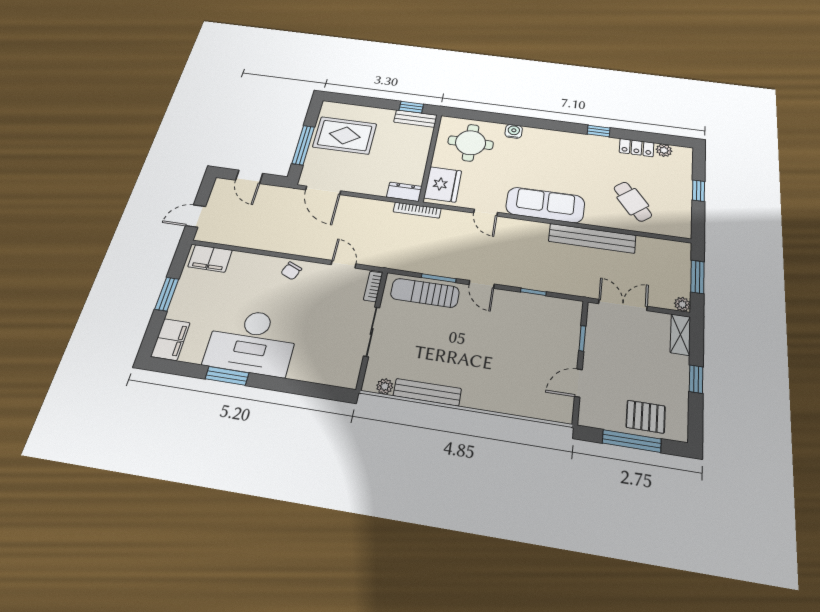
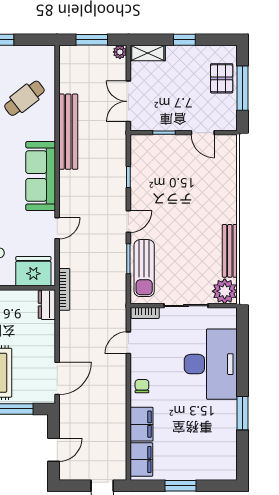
chair: (291, 271) -> (142, 386), turned -113
filing cabinet: (170, 339) -> (142, 424), moved, turned 90
desk: (252, 342) -> (211, 364), moved
plant: (385, 386) -> (225, 291), width x1.88, depth x1.88

